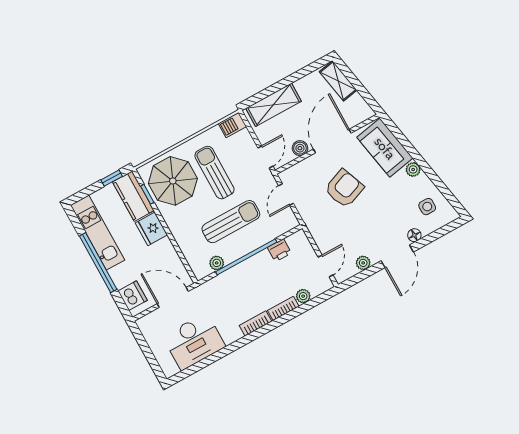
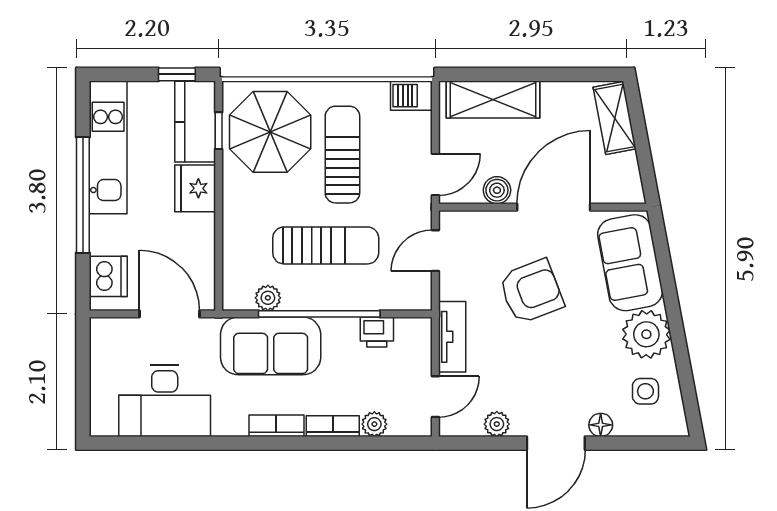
plant: (413, 169) -> (646, 334), width x1.88, depth x1.88
tv unit: (318, 232) -> (452, 337), added
sofa: (231, 286) -> (271, 346), added

